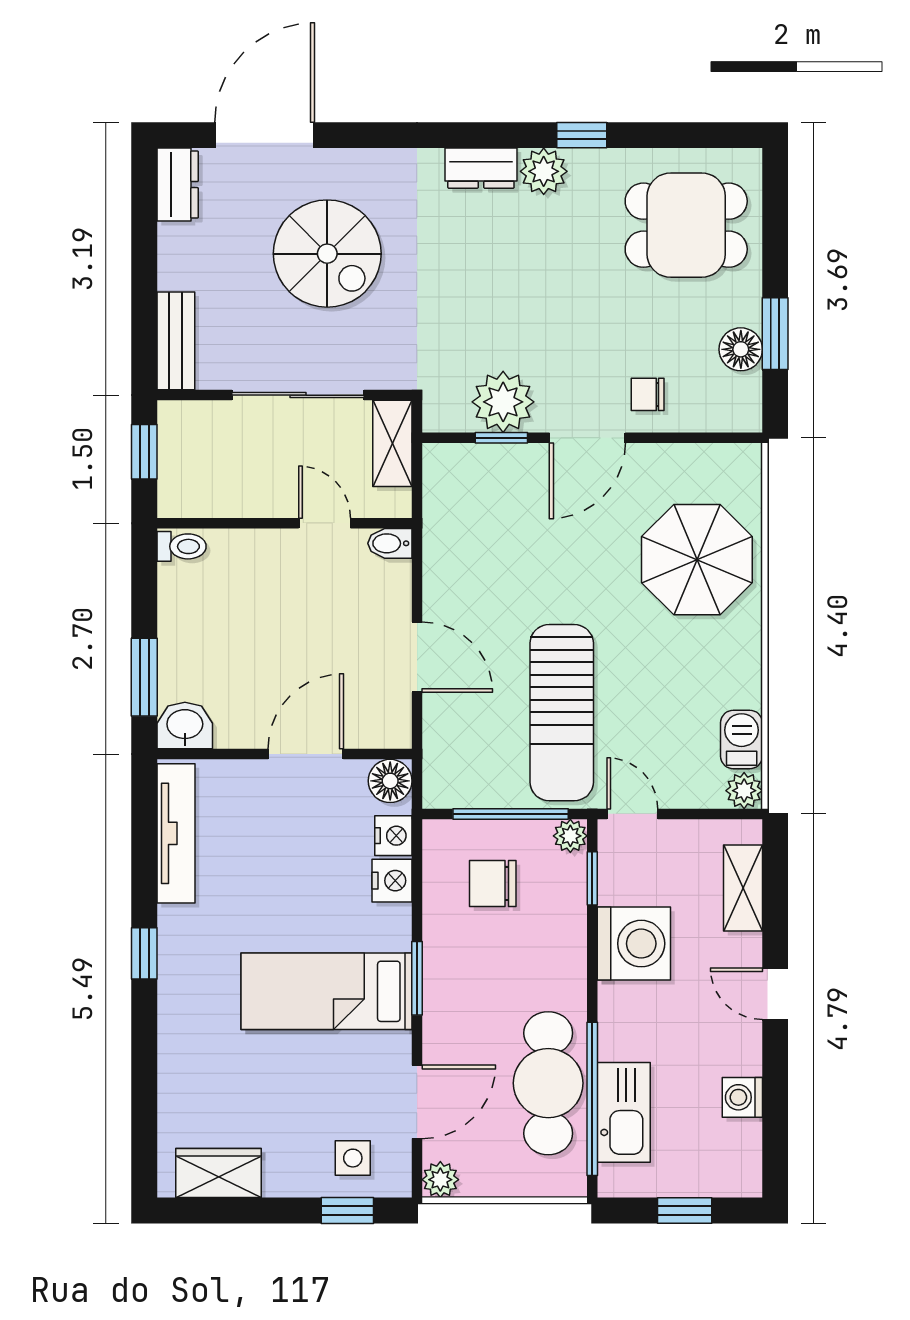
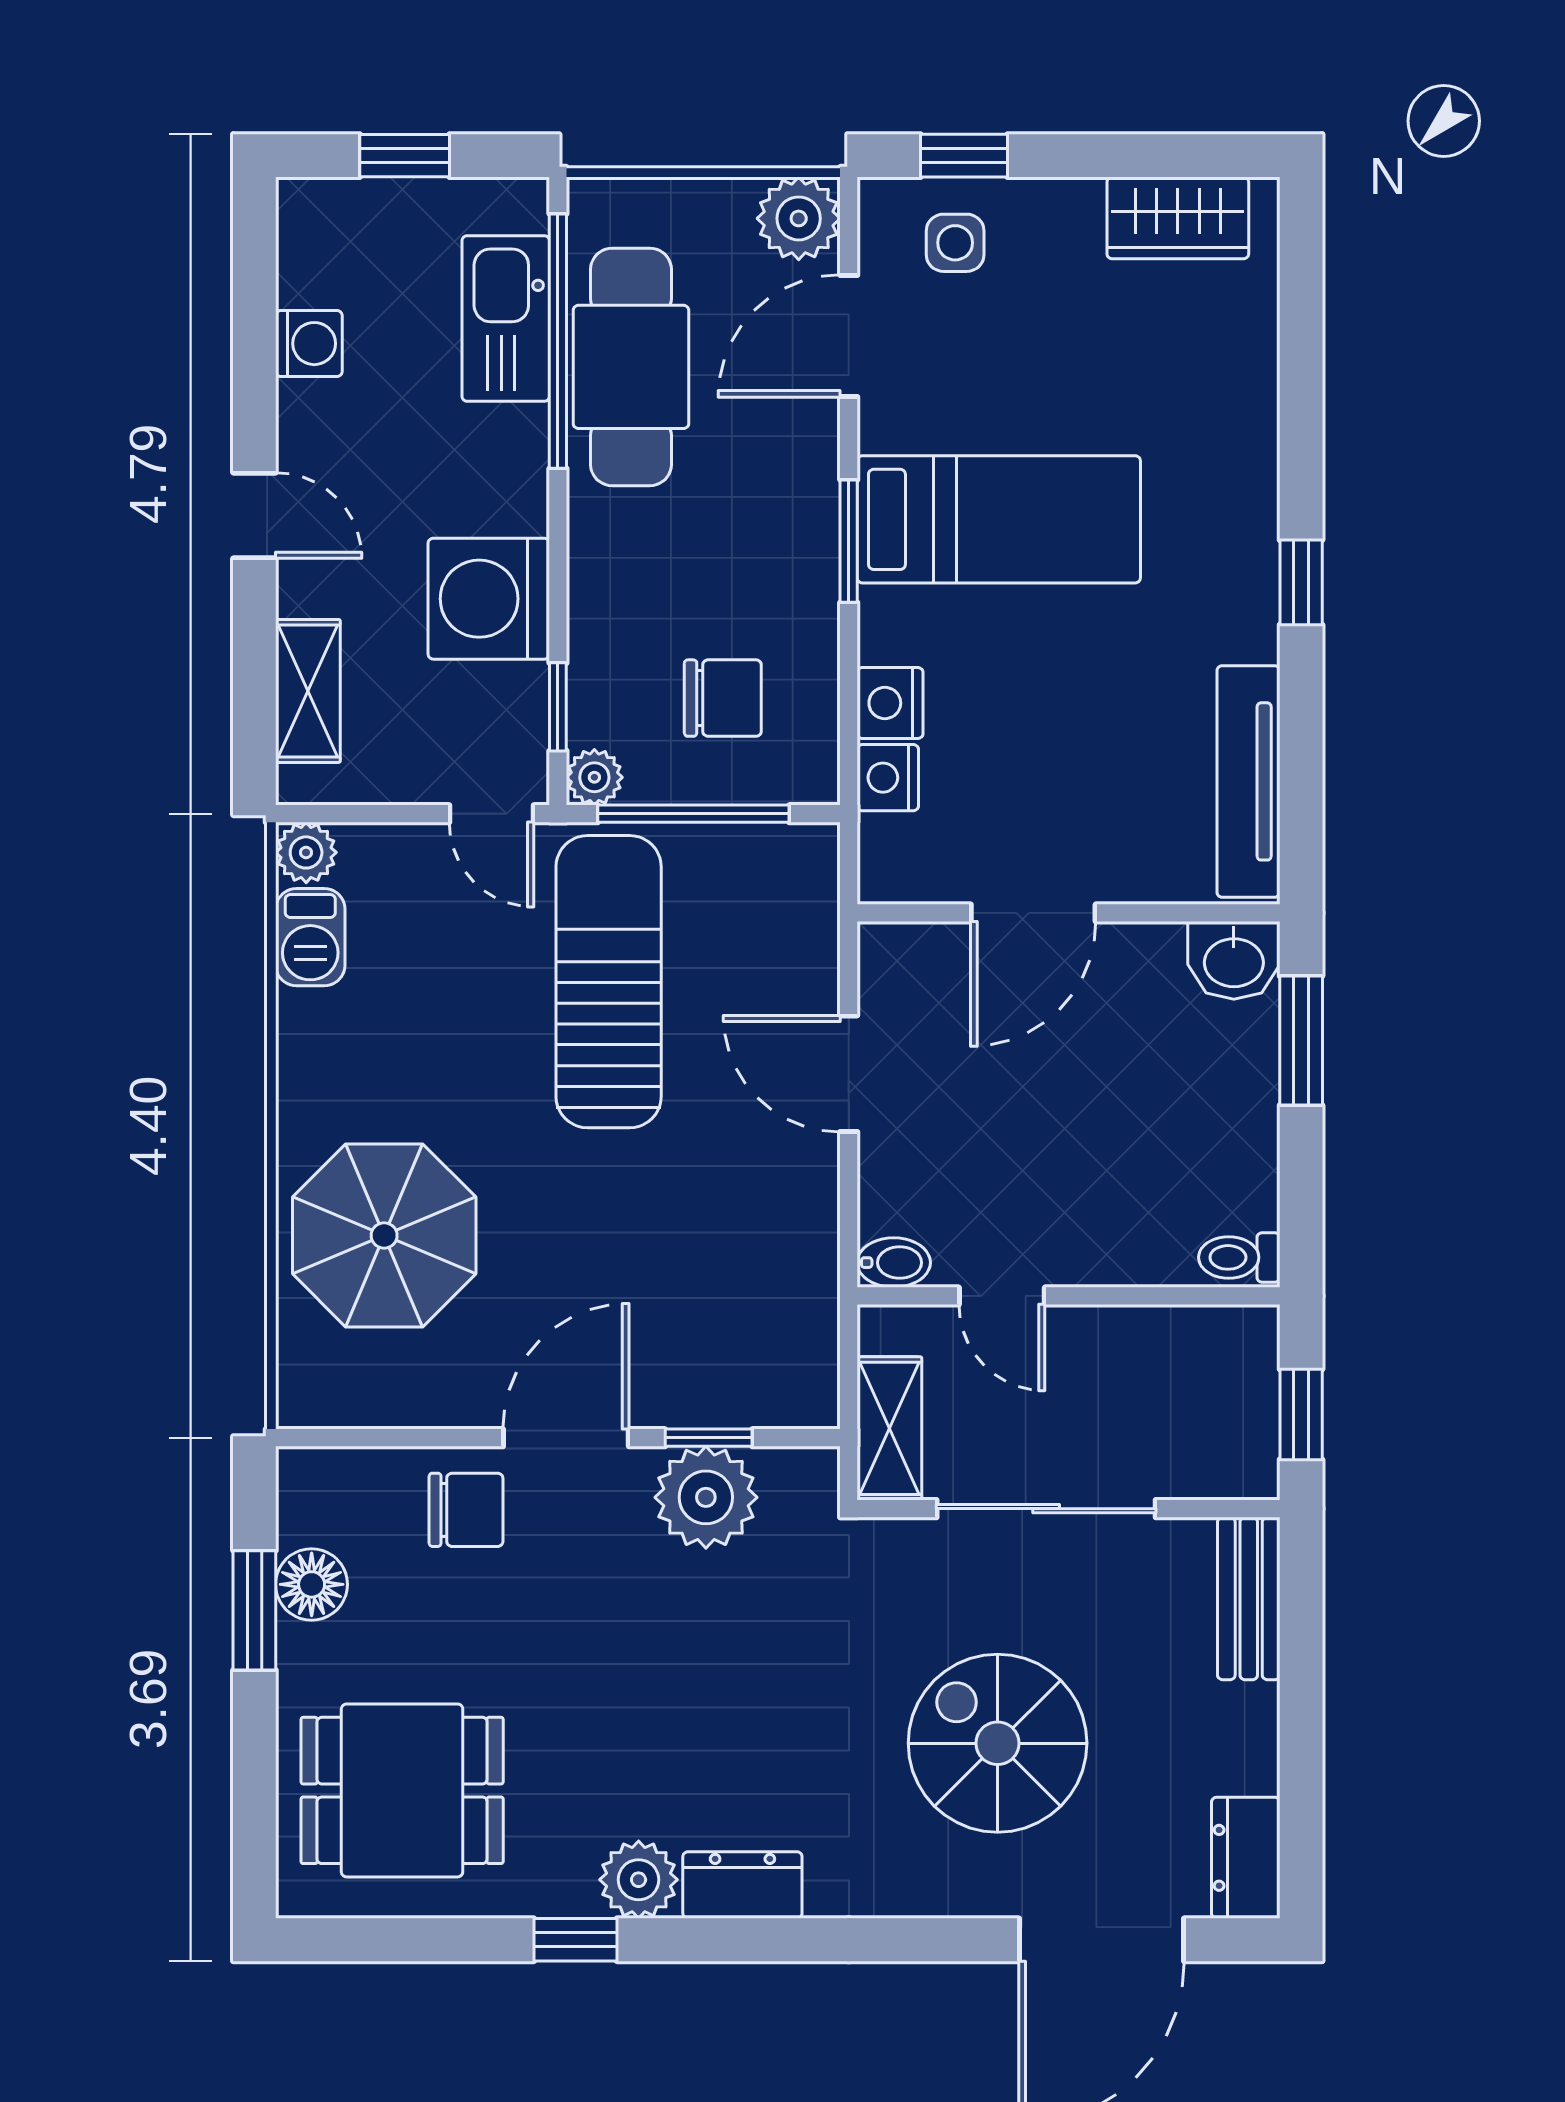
chair: (648, 394) -> (466, 1510), width x1.37, depth x1.37
floor lamp: (390, 781) -> (893, 868), removed
plant: (440, 1180) -> (799, 218), width x1.38, depth x1.38

